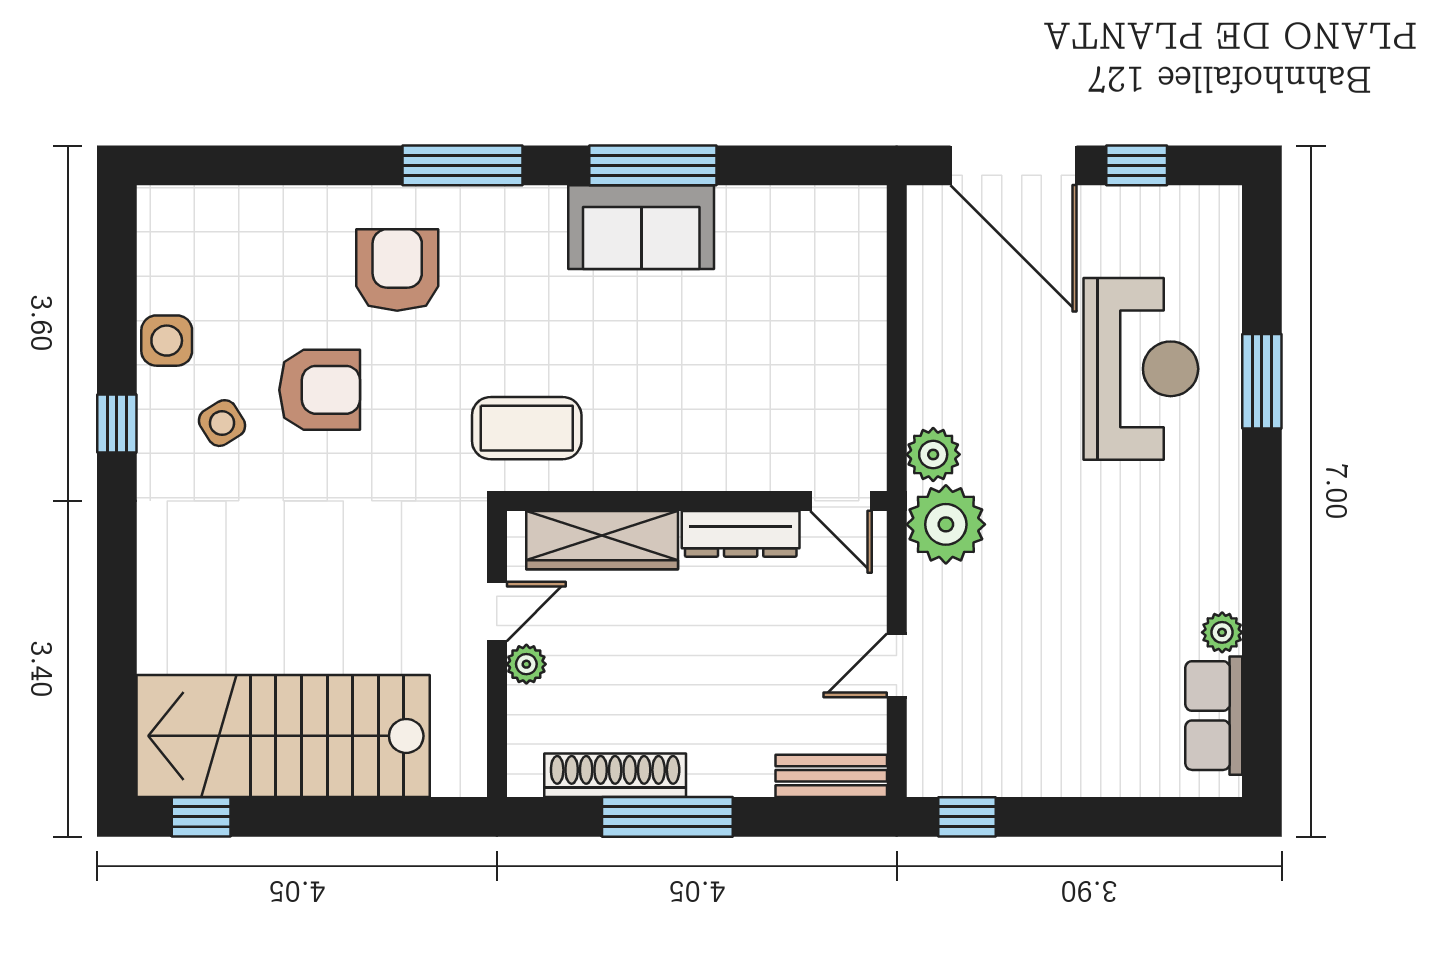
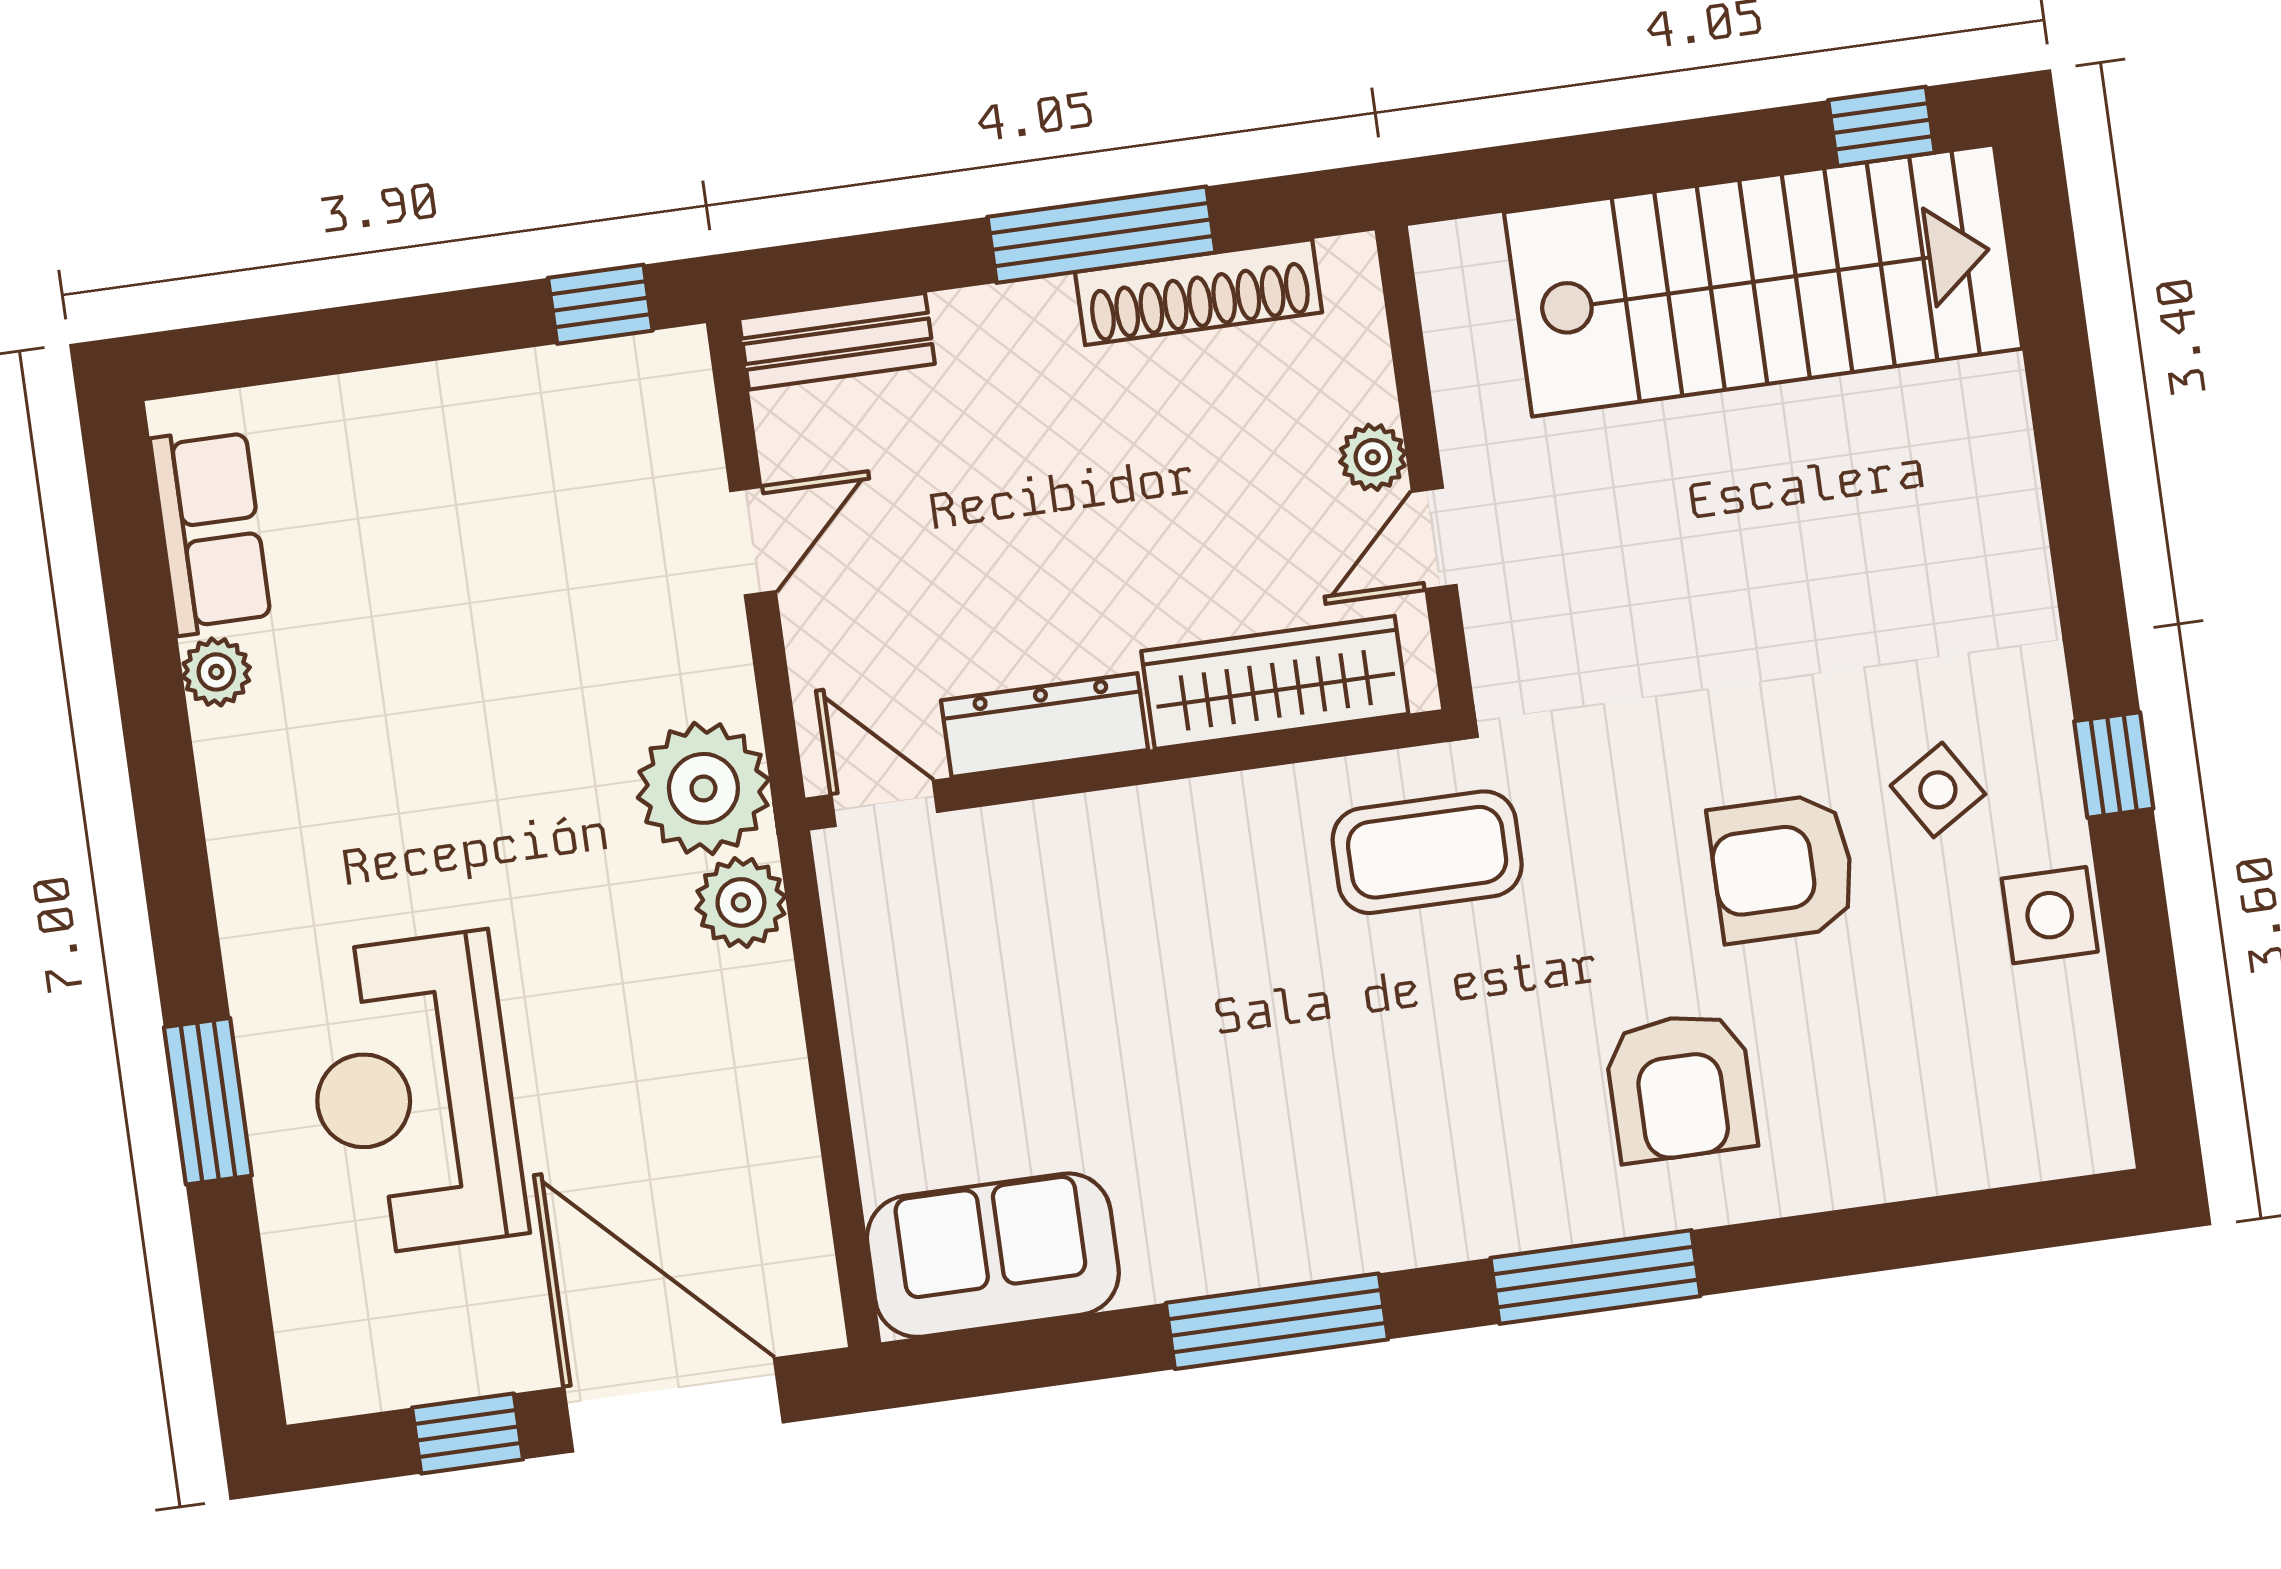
sofa: (641, 227) -> (993, 1255), moved

